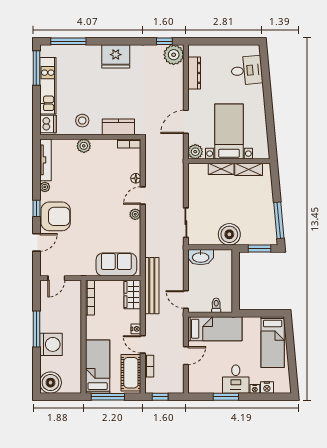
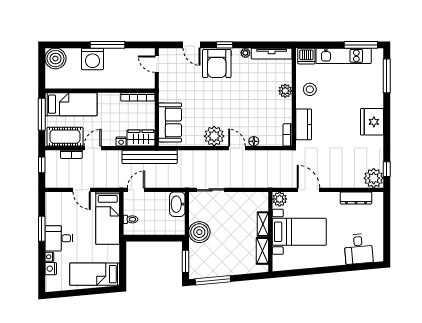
plant: (135, 214) -> (214, 136), width x1.88, depth x1.88
nightstand: (136, 329) -> (121, 141), moved

